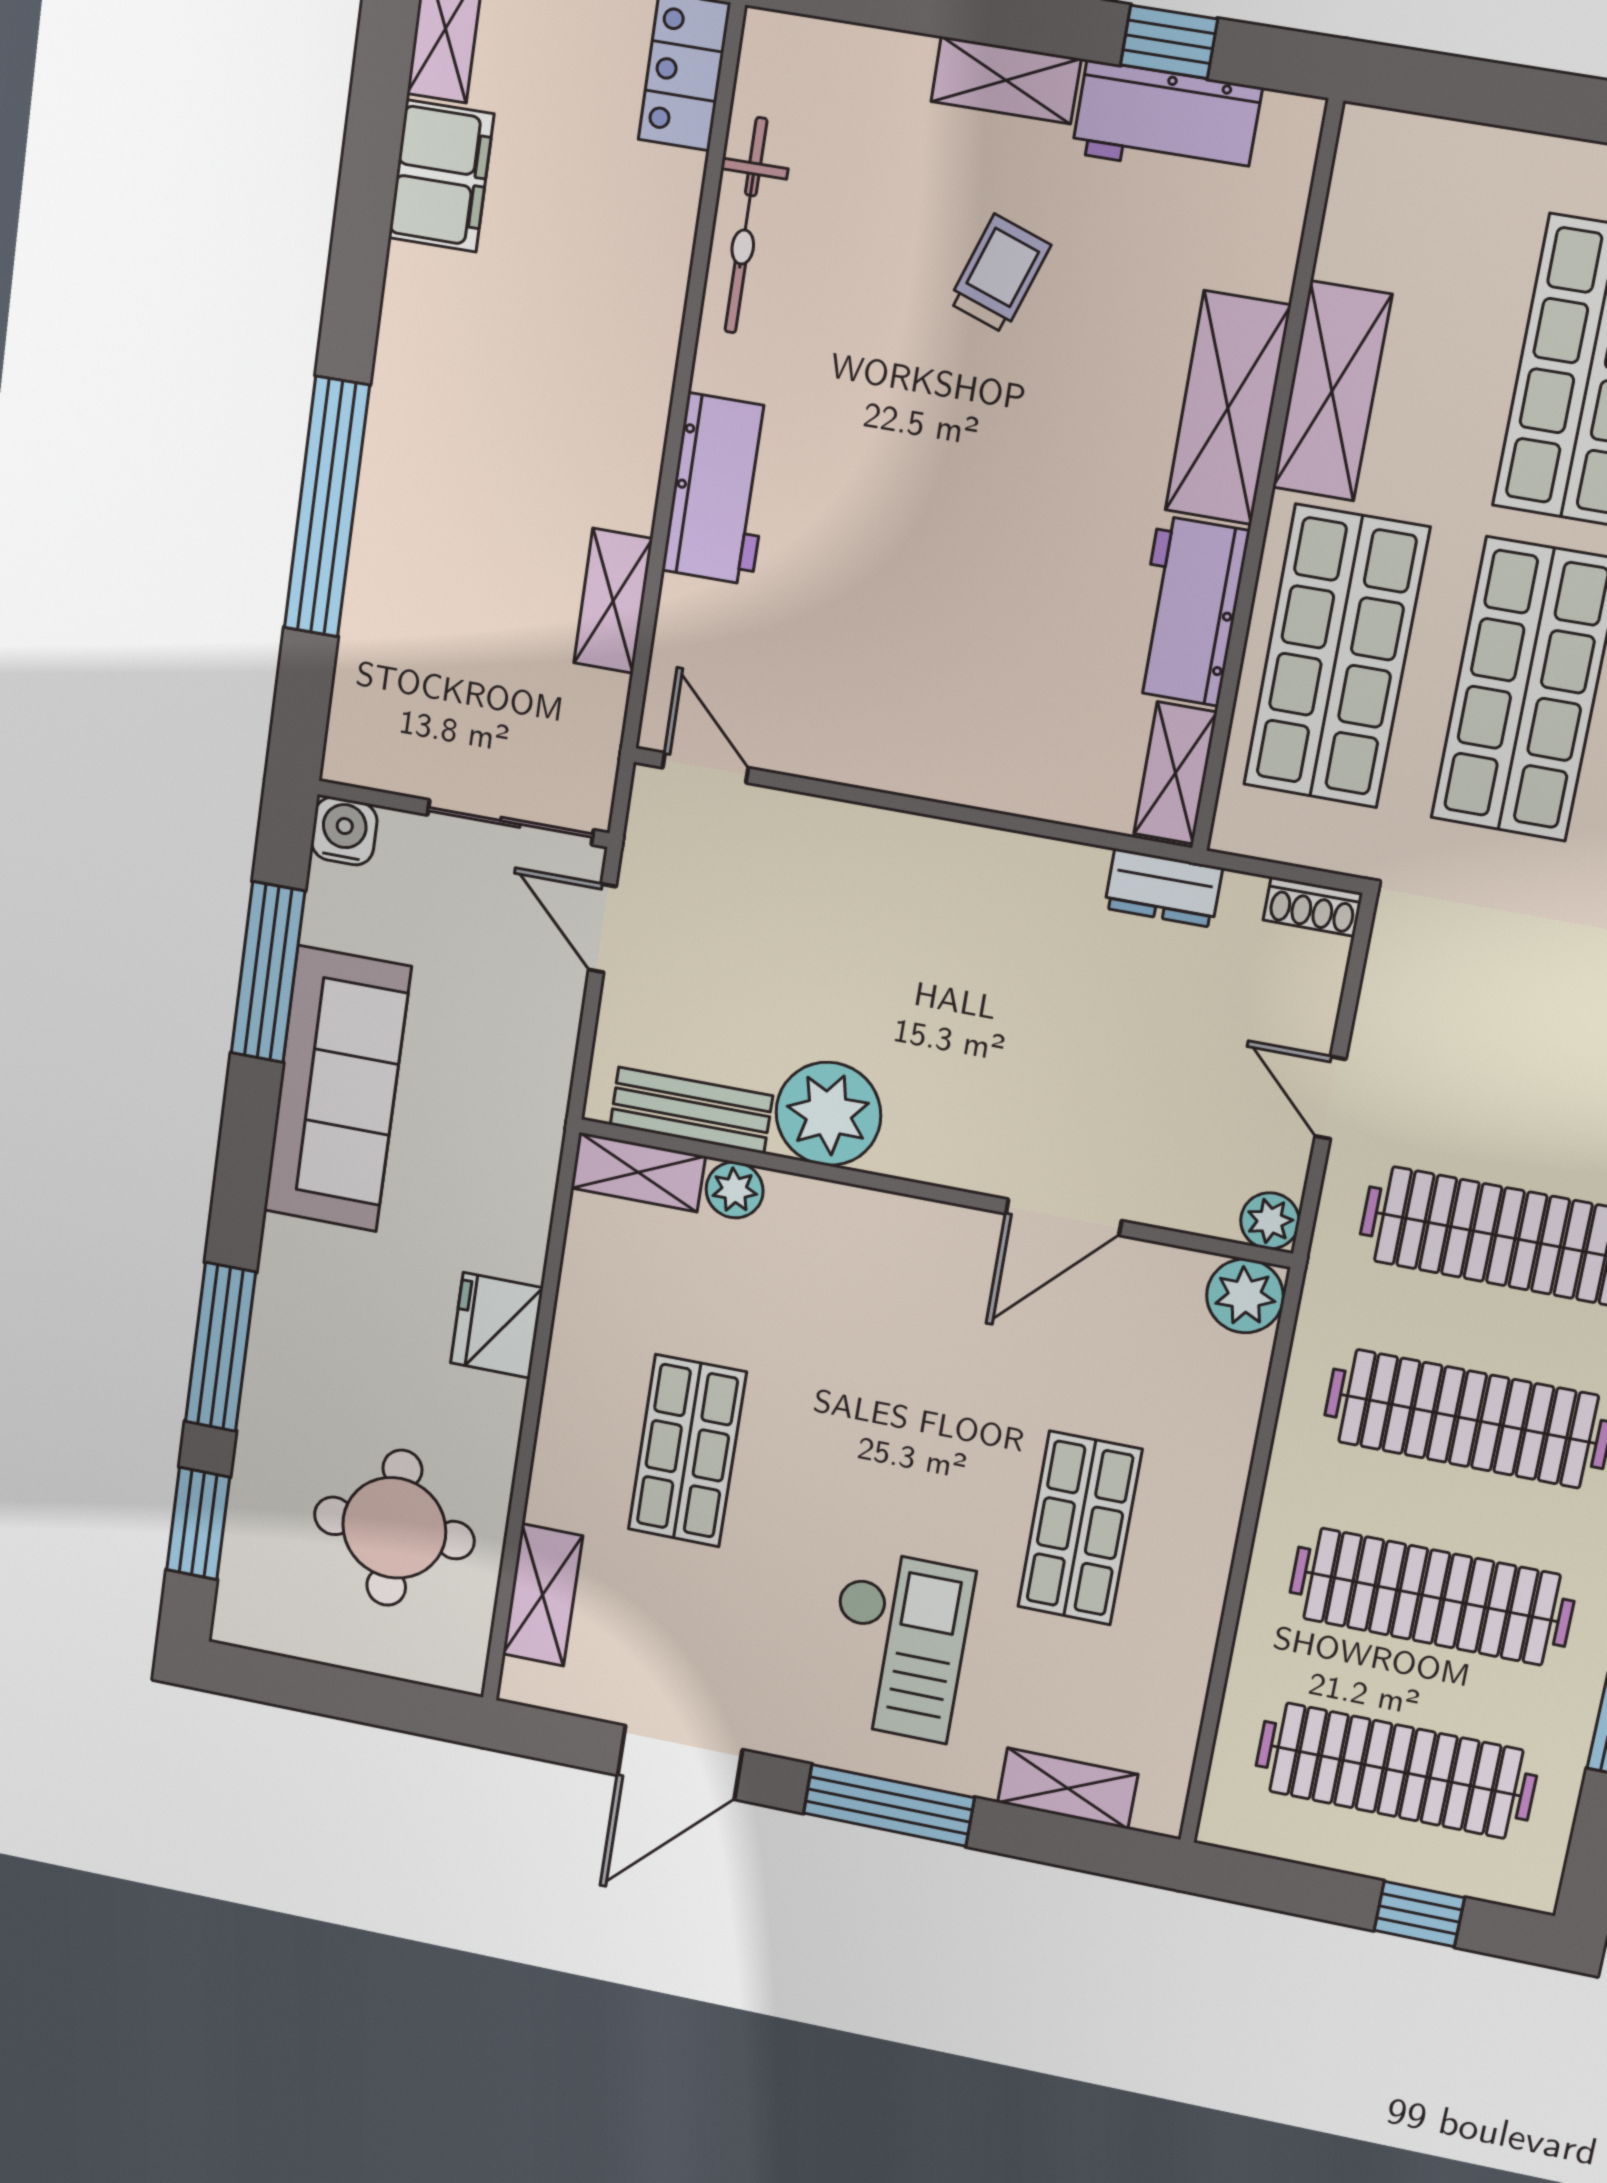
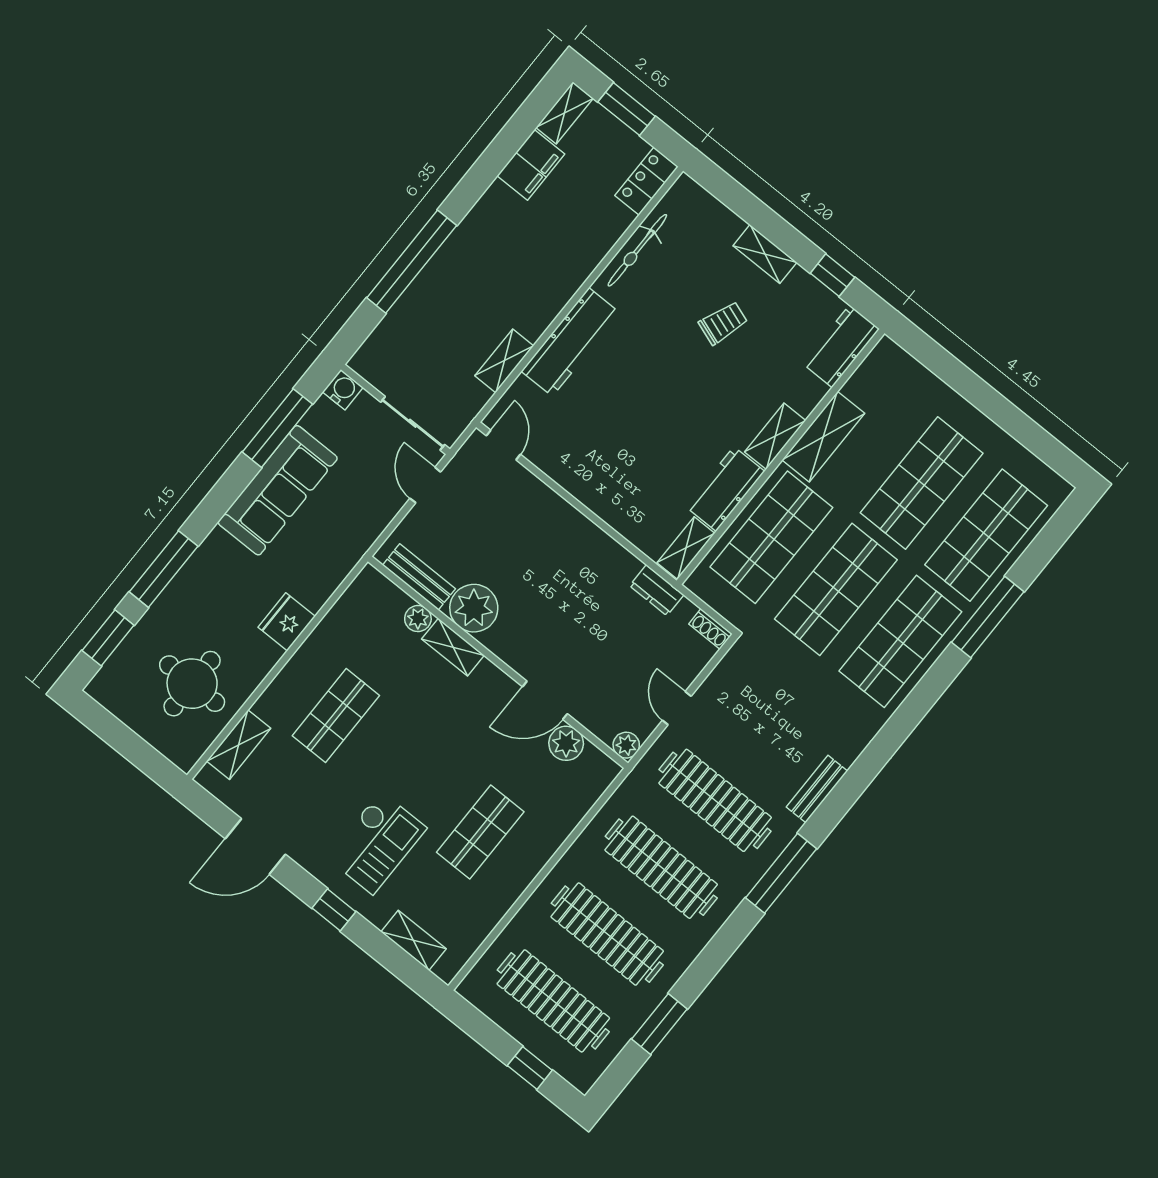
workbench: (1167, 120) -> (841, 346), moved, turned 90
shelving: (1228, 408) -> (775, 436), width x0.67, depth x0.75
workbench: (720, 489) -> (571, 342), width x1.38
shelving: (638, 1172) -> (453, 647), moved
plant: (1245, 1296) -> (566, 743), moved
window: (889, 1805) -> (334, 910), width x0.46

